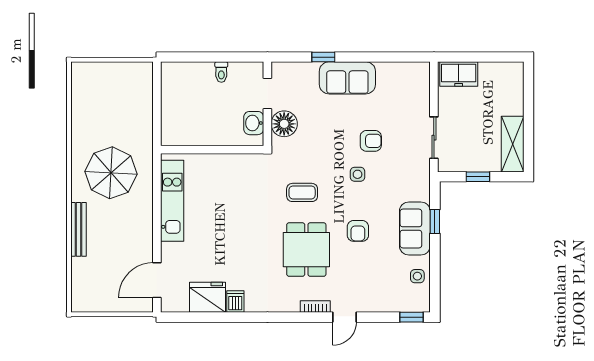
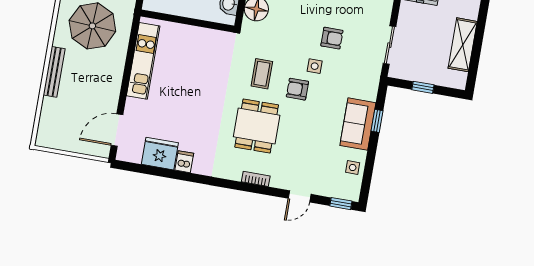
shelving: (513, 144) -> (463, 45), moved
coffee table: (302, 192) -> (262, 74), turned 90
armchair: (358, 231) -> (297, 89), moved, turned 90
door: (345, 317) -> (300, 196), moved

